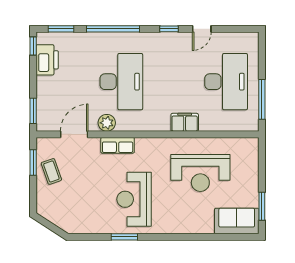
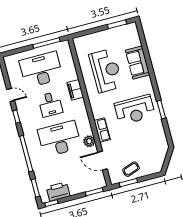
desk: (174, 82) -> (50, 104), added
sofa: (237, 221) -> (138, 63), moved

